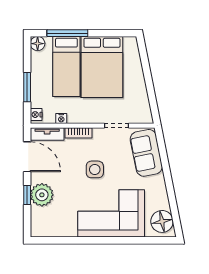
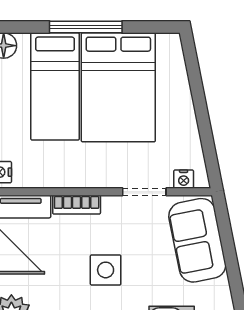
window: (67, 33) -> (86, 27), moved
nightstand: (61, 119) -> (184, 179), moved

